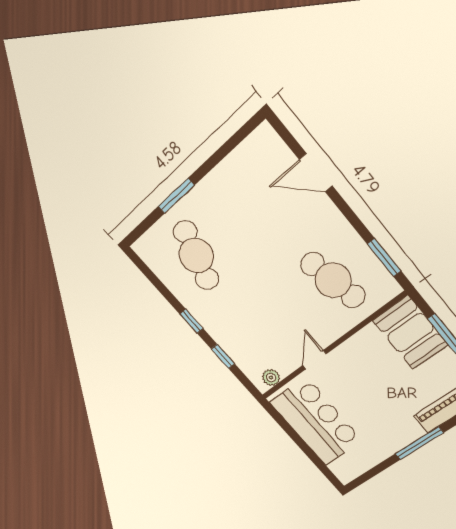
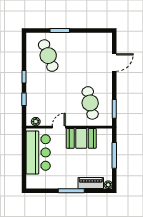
door: (316, 173) -> (114, 63), swing flipped
cafe table: (196, 256) -> (48, 56), turned -39
booth: (410, 333) -> (81, 138), moved, turned 90

